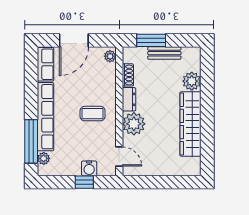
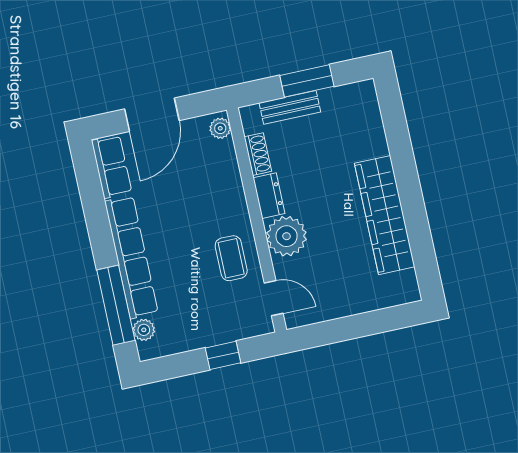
window: (151, 40) -> (307, 81), moved
bench: (164, 53) -> (290, 107), moved
plant: (192, 81) -> (371, 141), removed
coffee table: (93, 114) -> (231, 258), moved, turned 90
water cooler: (89, 168) -> (226, 330), removed

